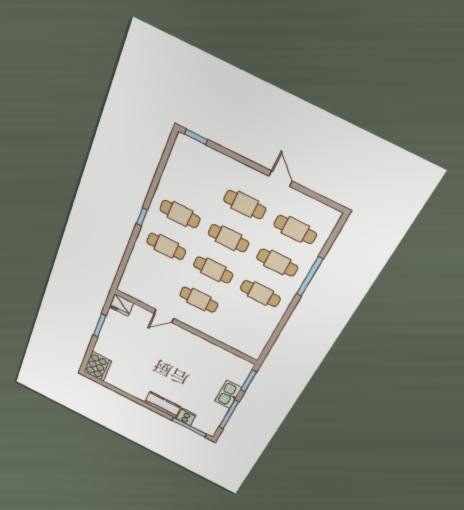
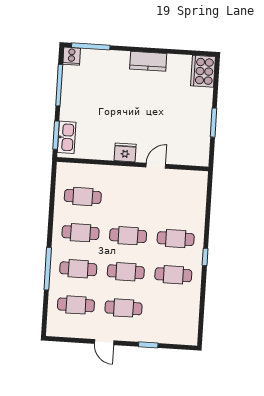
window: (196, 137) -> (148, 345), moved
cafe table: (199, 300) -> (83, 196), moved
fridge: (121, 305) -> (125, 152), moved
kitchen sink: (228, 394) -> (67, 137), moved
kitchen counter: (163, 405) -> (148, 61), moved
cooker: (186, 417) -> (72, 56), moved

